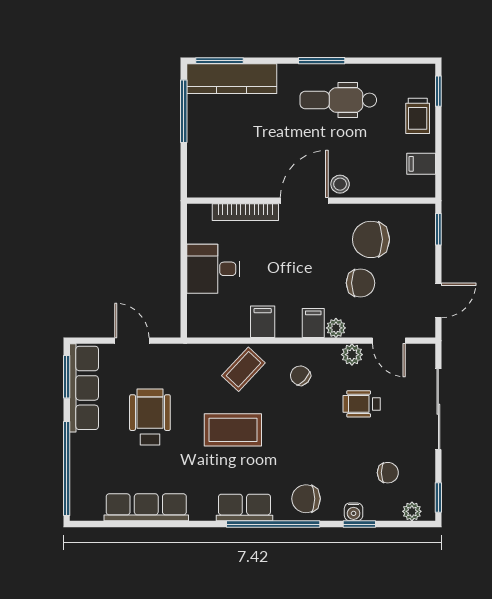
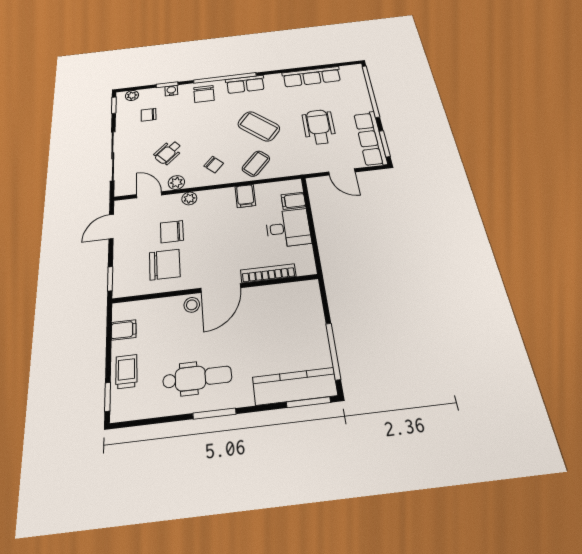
filing cabinet: (313, 323) -> (293, 201), moved, turned 90
wheelchair: (362, 404) -> (168, 152), turned 137
wheelchair: (150, 417) -> (319, 127), turned 180
coffee table: (233, 430) -> (259, 126), turned 40
chair: (306, 499) -> (204, 94), turned 90

